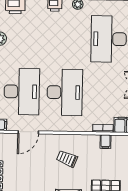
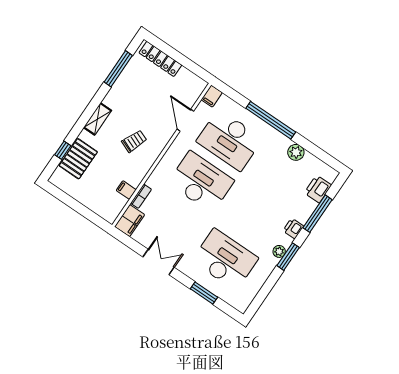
desk: (65, 92) -> (201, 182), turned 180

